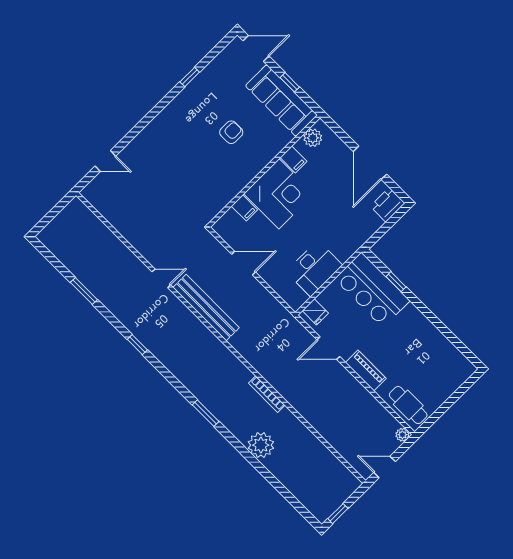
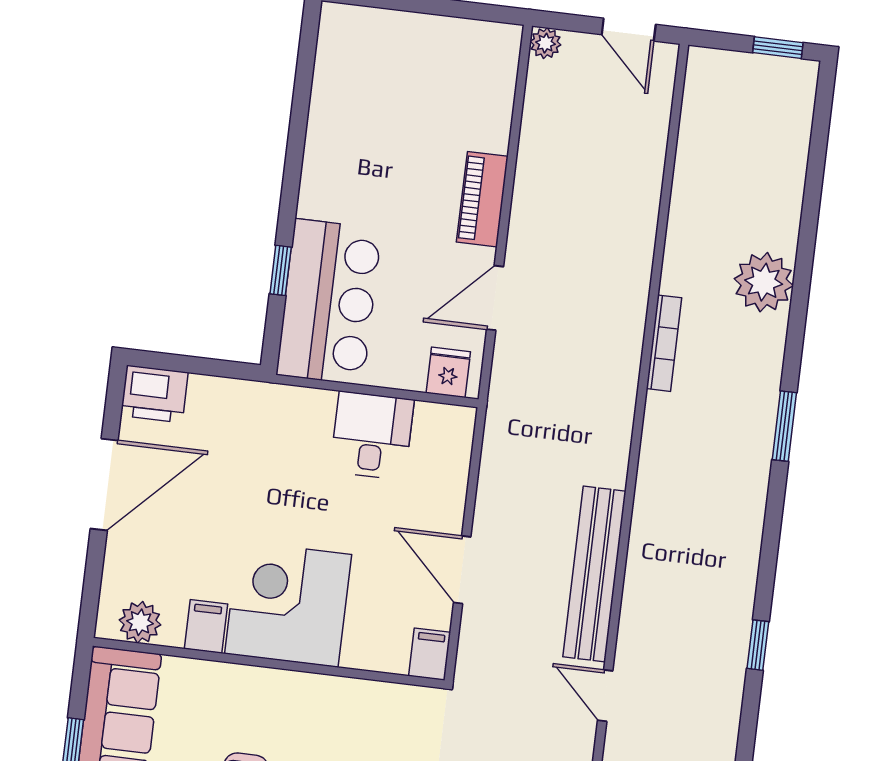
filing cabinet: (244, 208) -> (430, 654), moved
desk: (314, 268) -> (372, 436), width x0.73
door: (328, 348) -> (495, 298), swing flipped
cafe table: (408, 405) -> (484, 75), removed

